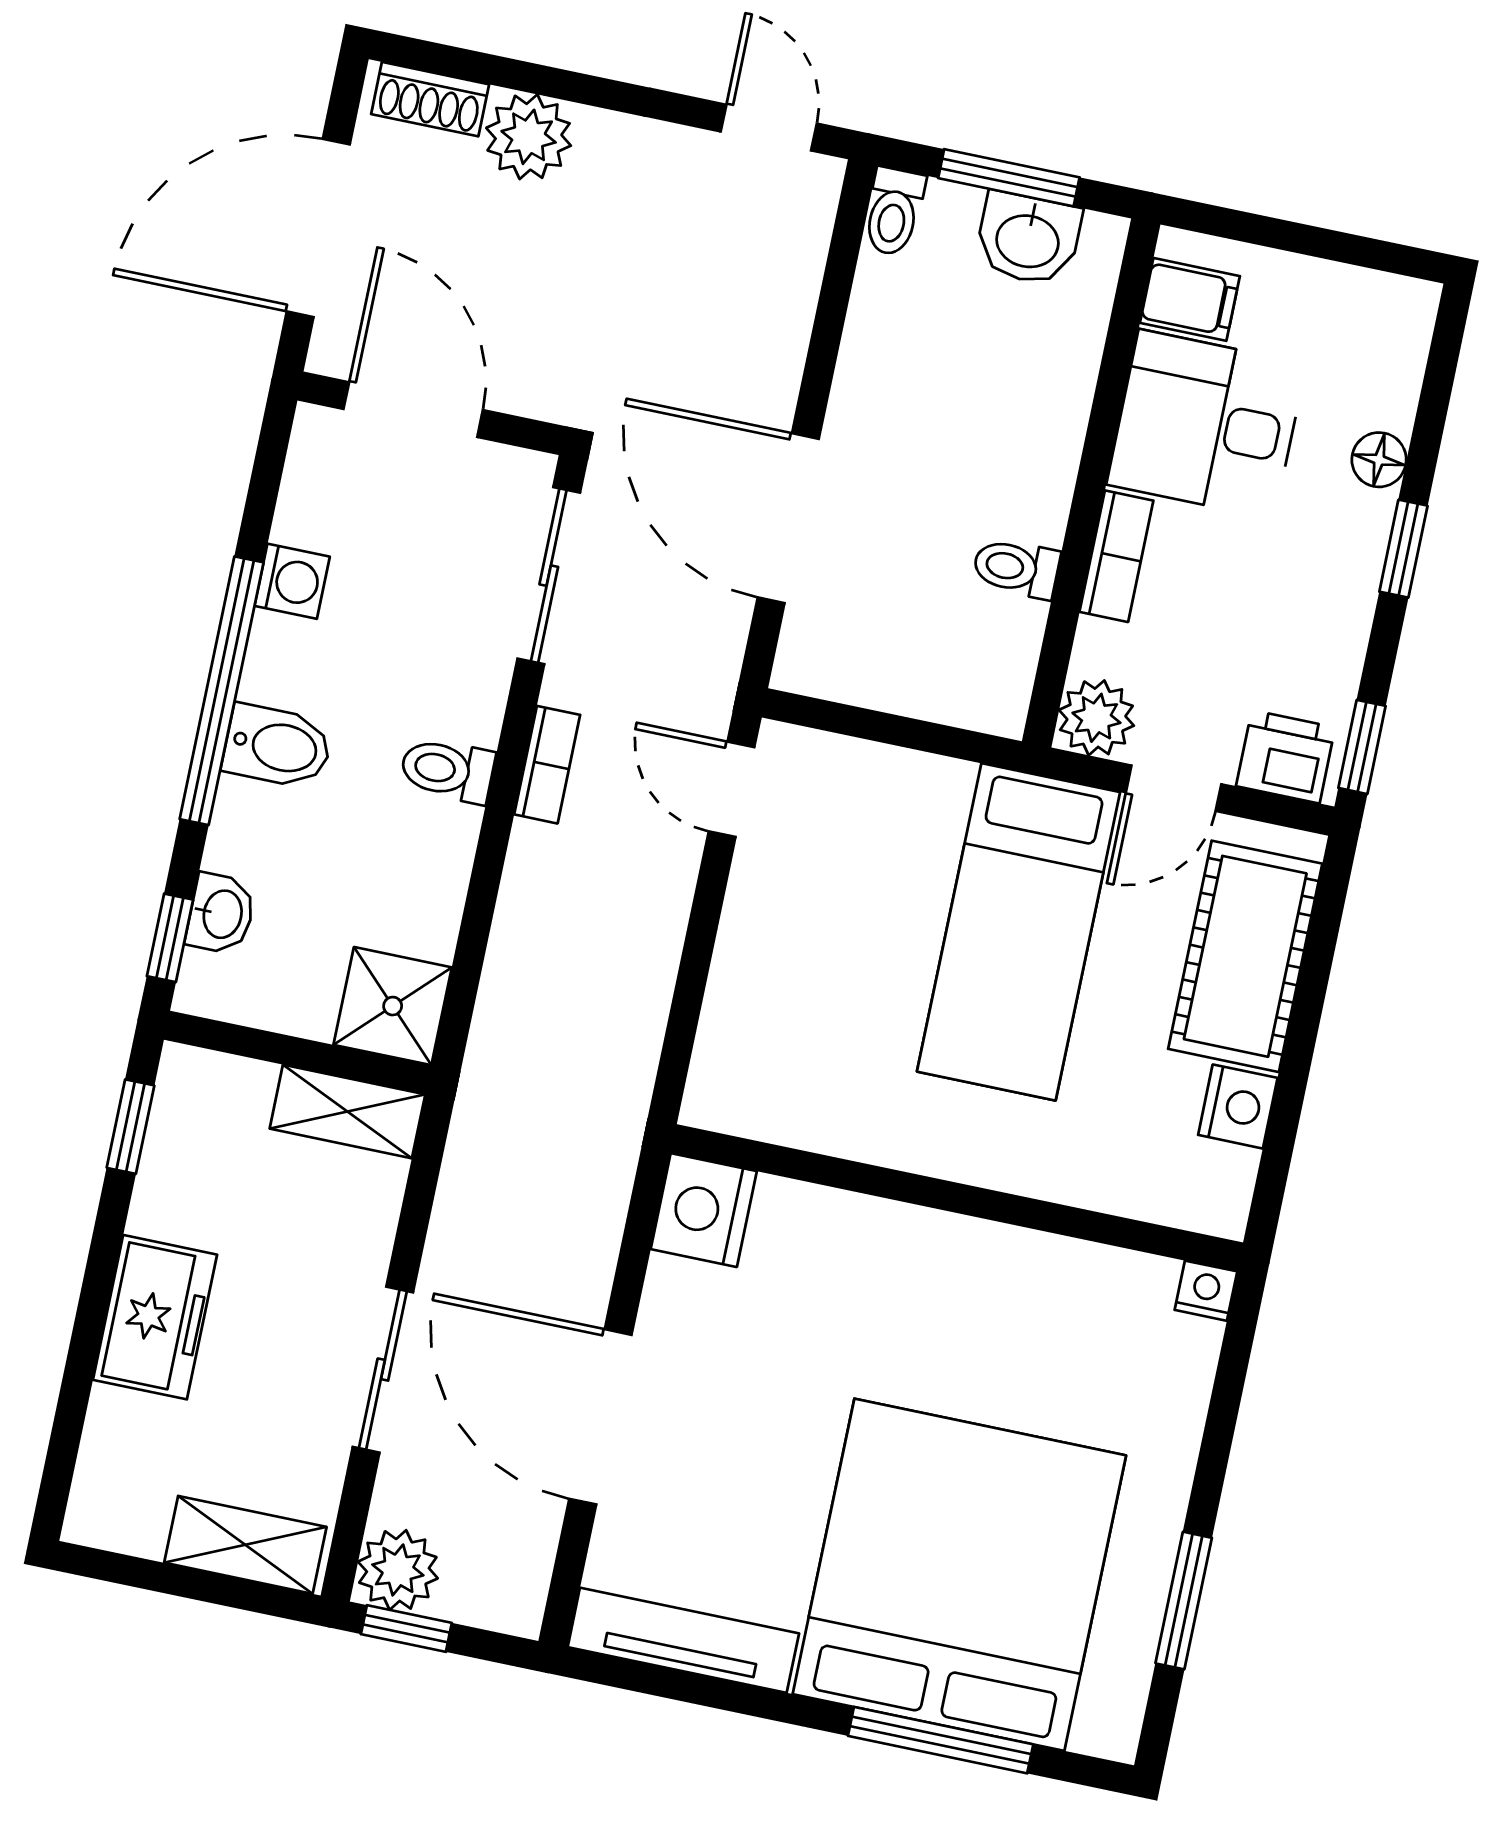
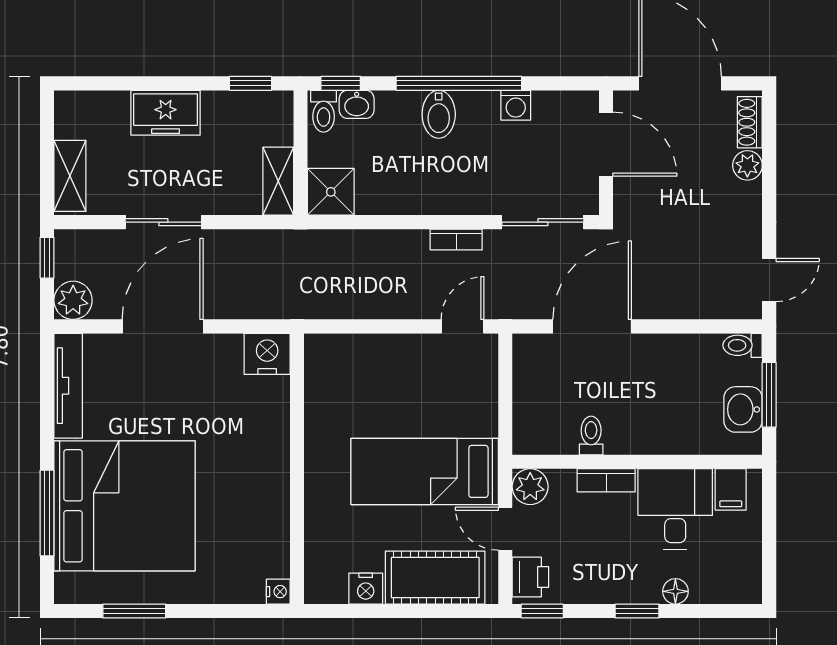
plant: (529, 137) -> (747, 165), width x0.73, depth x0.73
door: (413, 410) -> (606, 144), hinge flipped
toilet: (447, 770) -> (324, 111), moved, turned 180
plant: (398, 1570) -> (73, 300), moved

